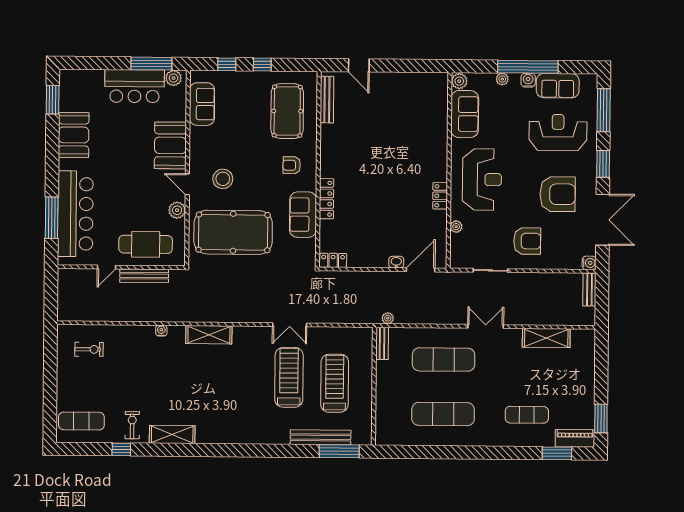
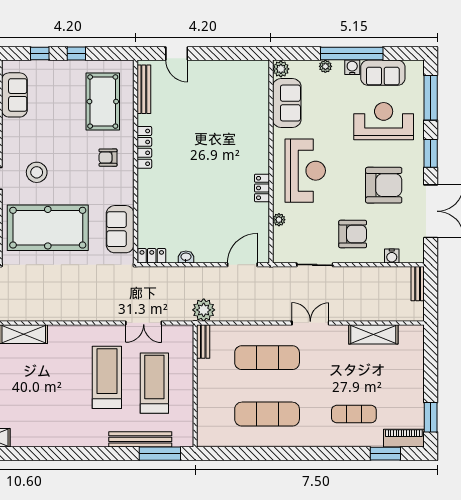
locker: (326, 199) -> (144, 147), moved
sofa: (303, 215) -> (120, 229), moved
washbasin: (396, 262) -> (186, 257), moved
water cooler: (589, 263) -> (392, 256), moved, turned 90
plant: (388, 318) -> (204, 310), width x1.88, depth x1.88
double door: (290, 325) -> (144, 323), moved

